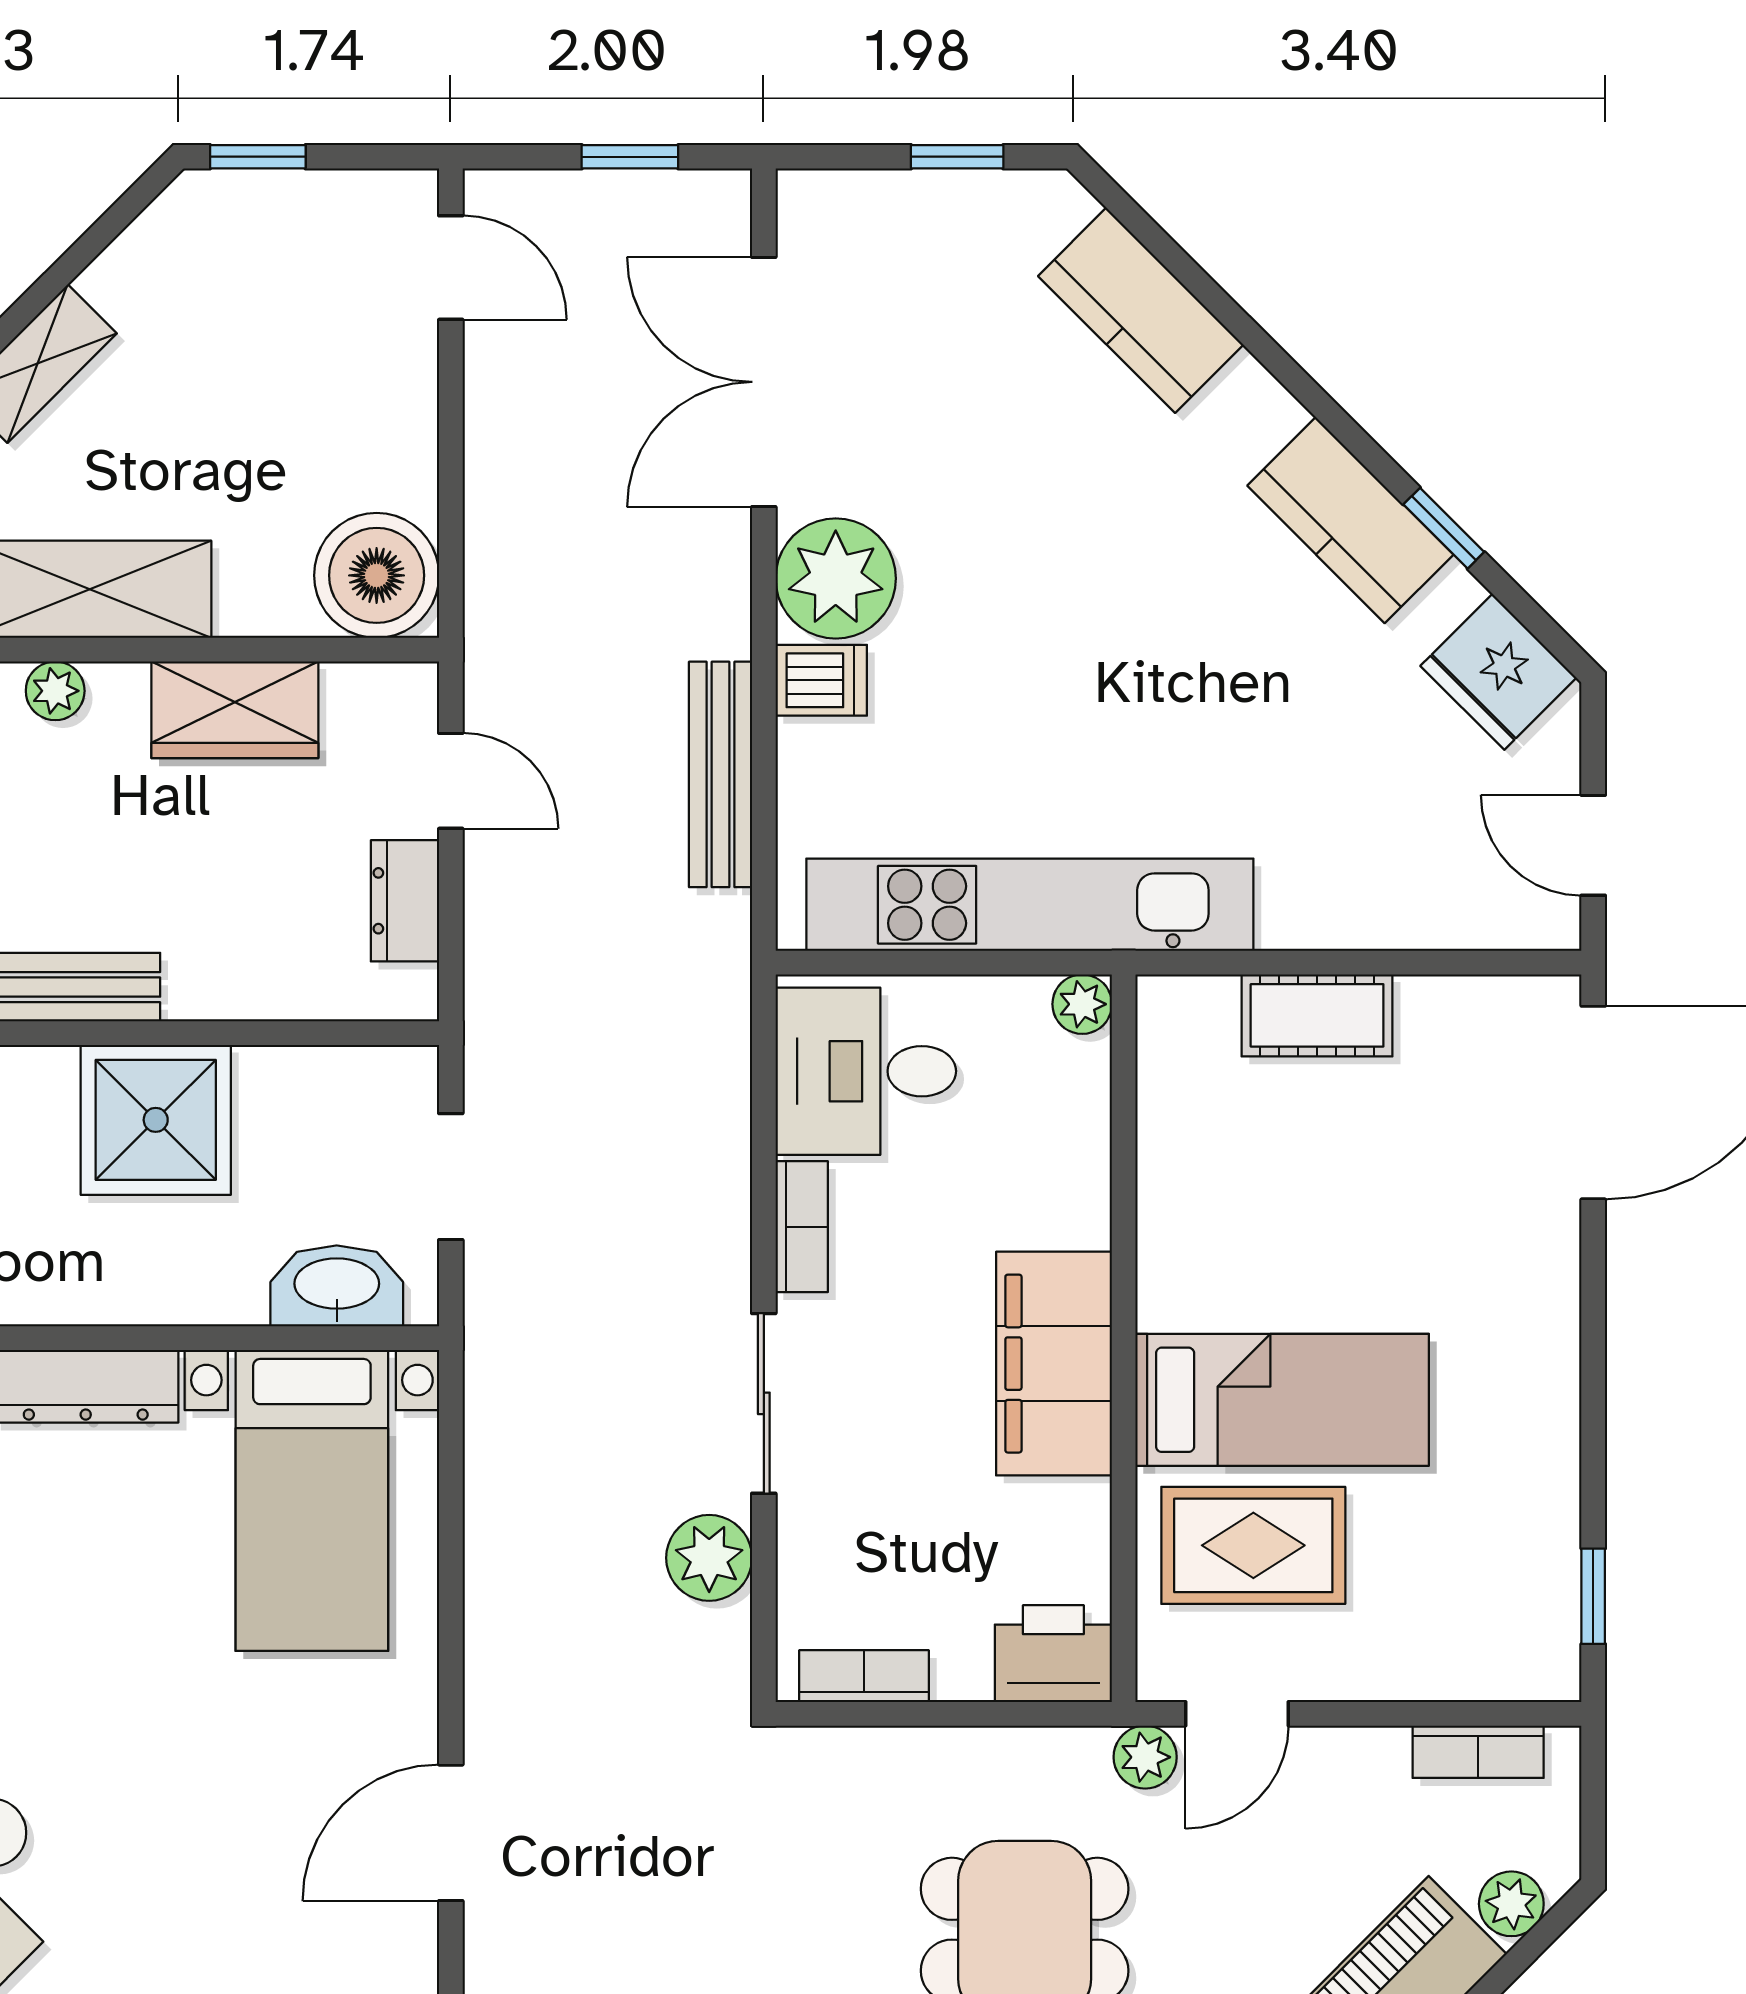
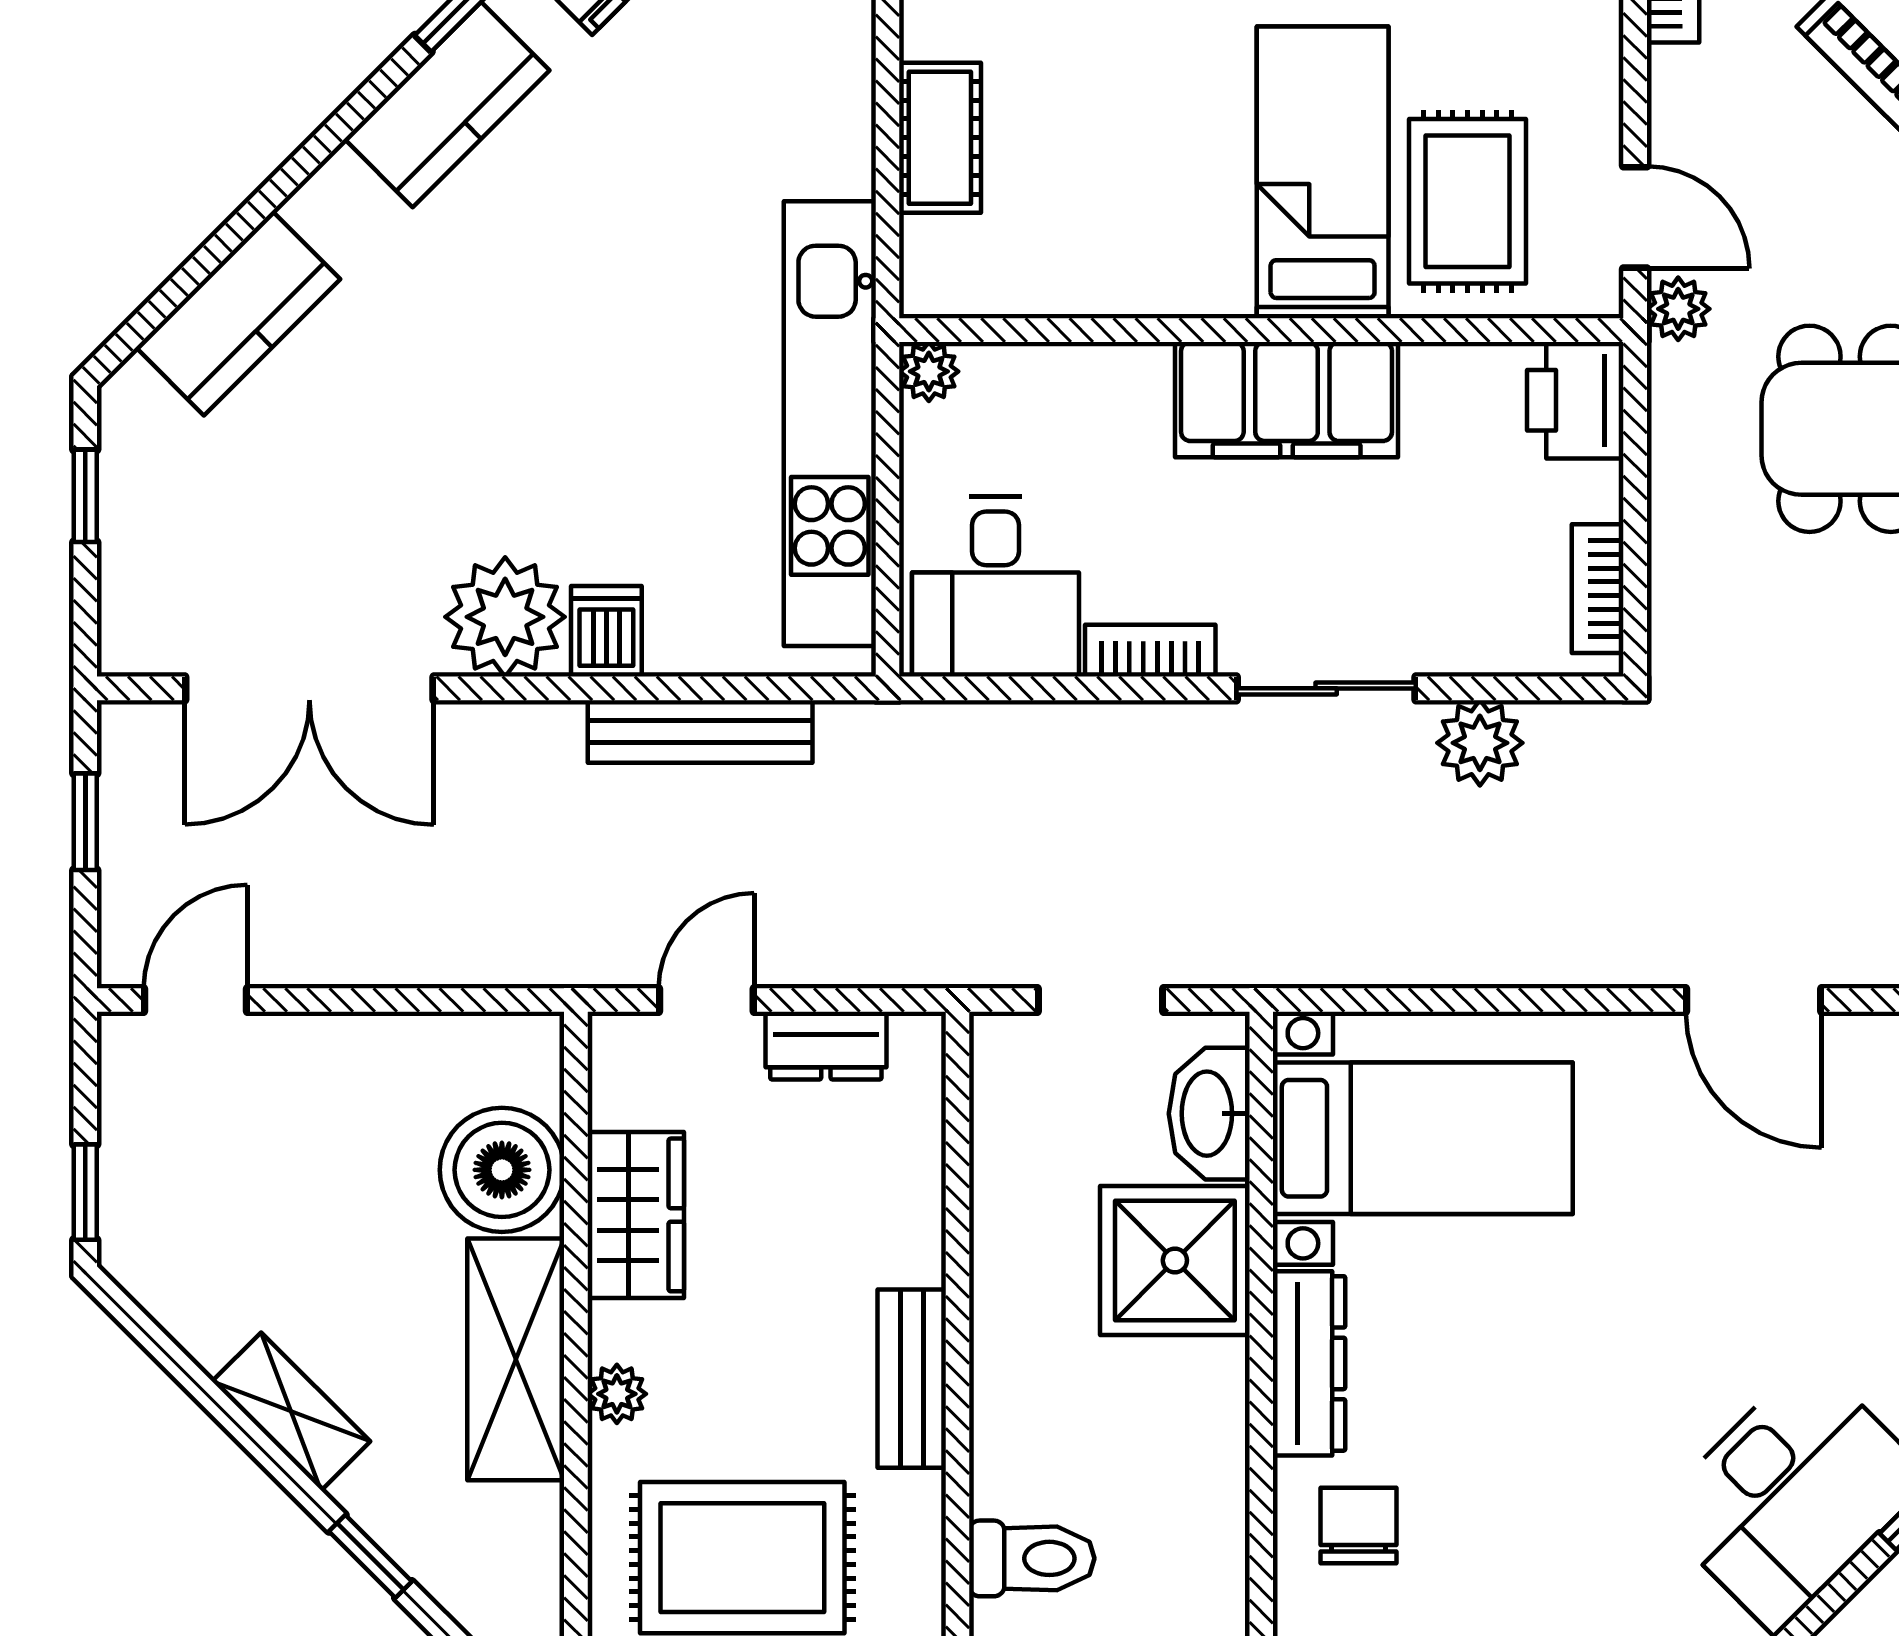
boiler: (377, 575) -> (502, 1170), moved
shower: (156, 1120) -> (1175, 1260), moved

